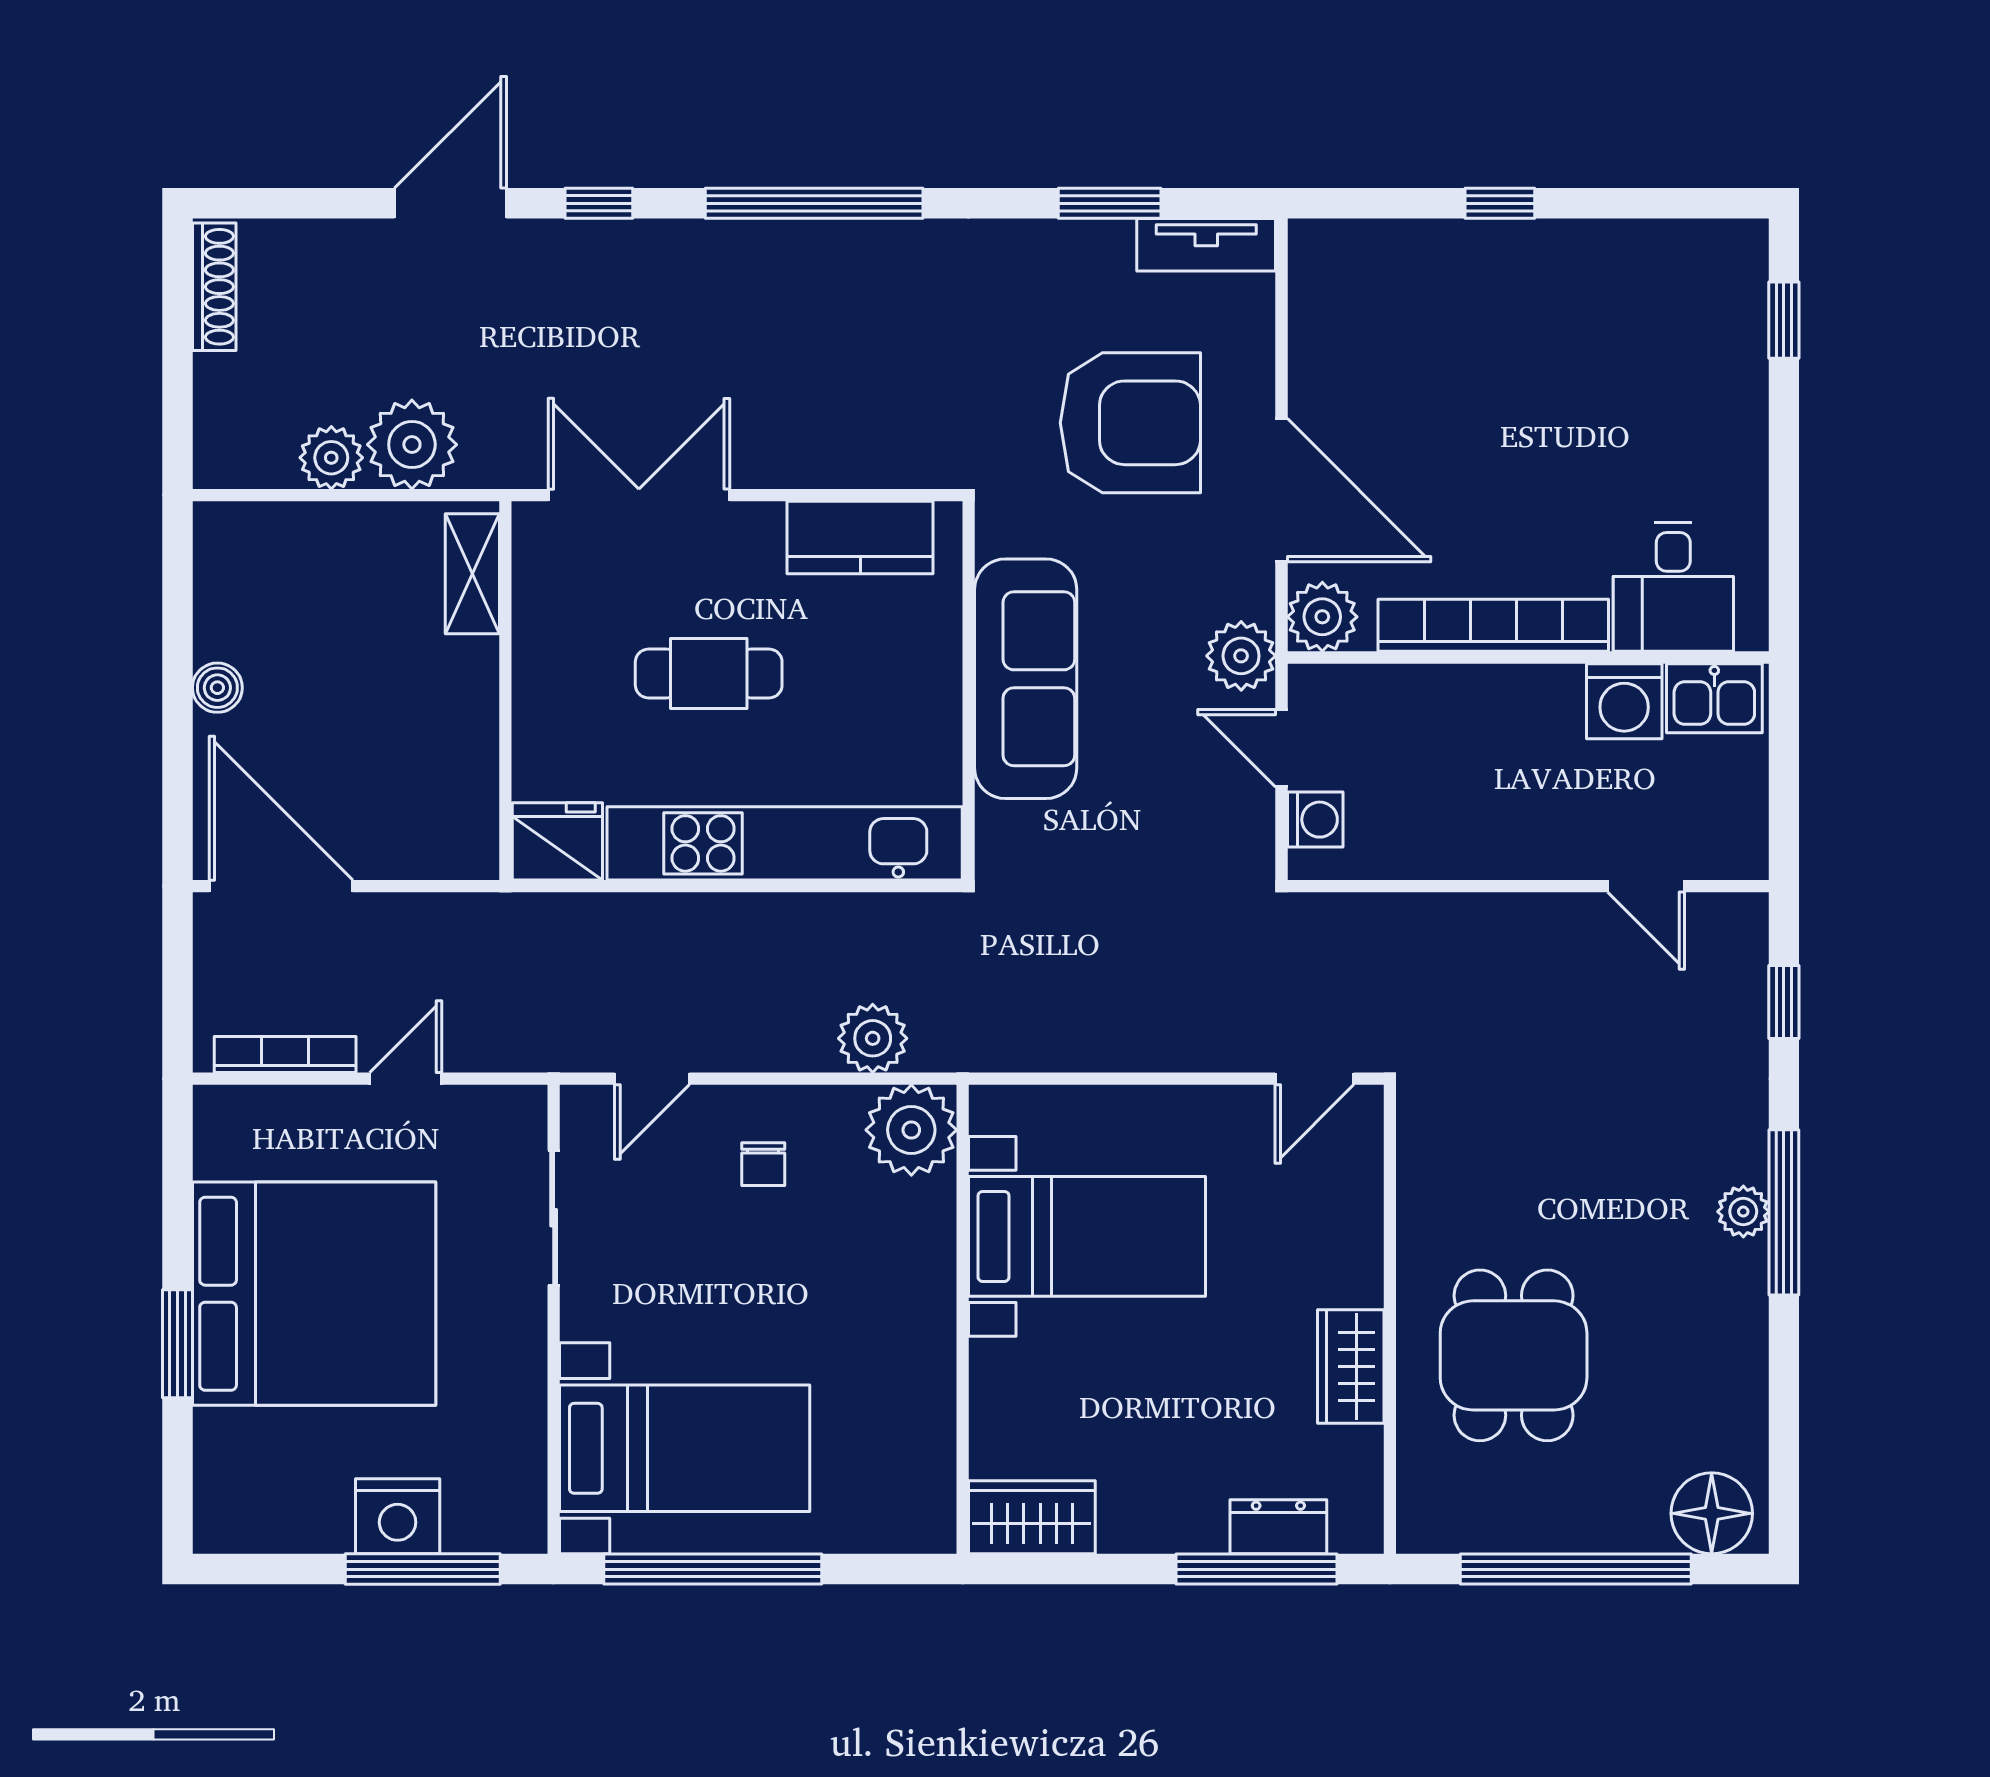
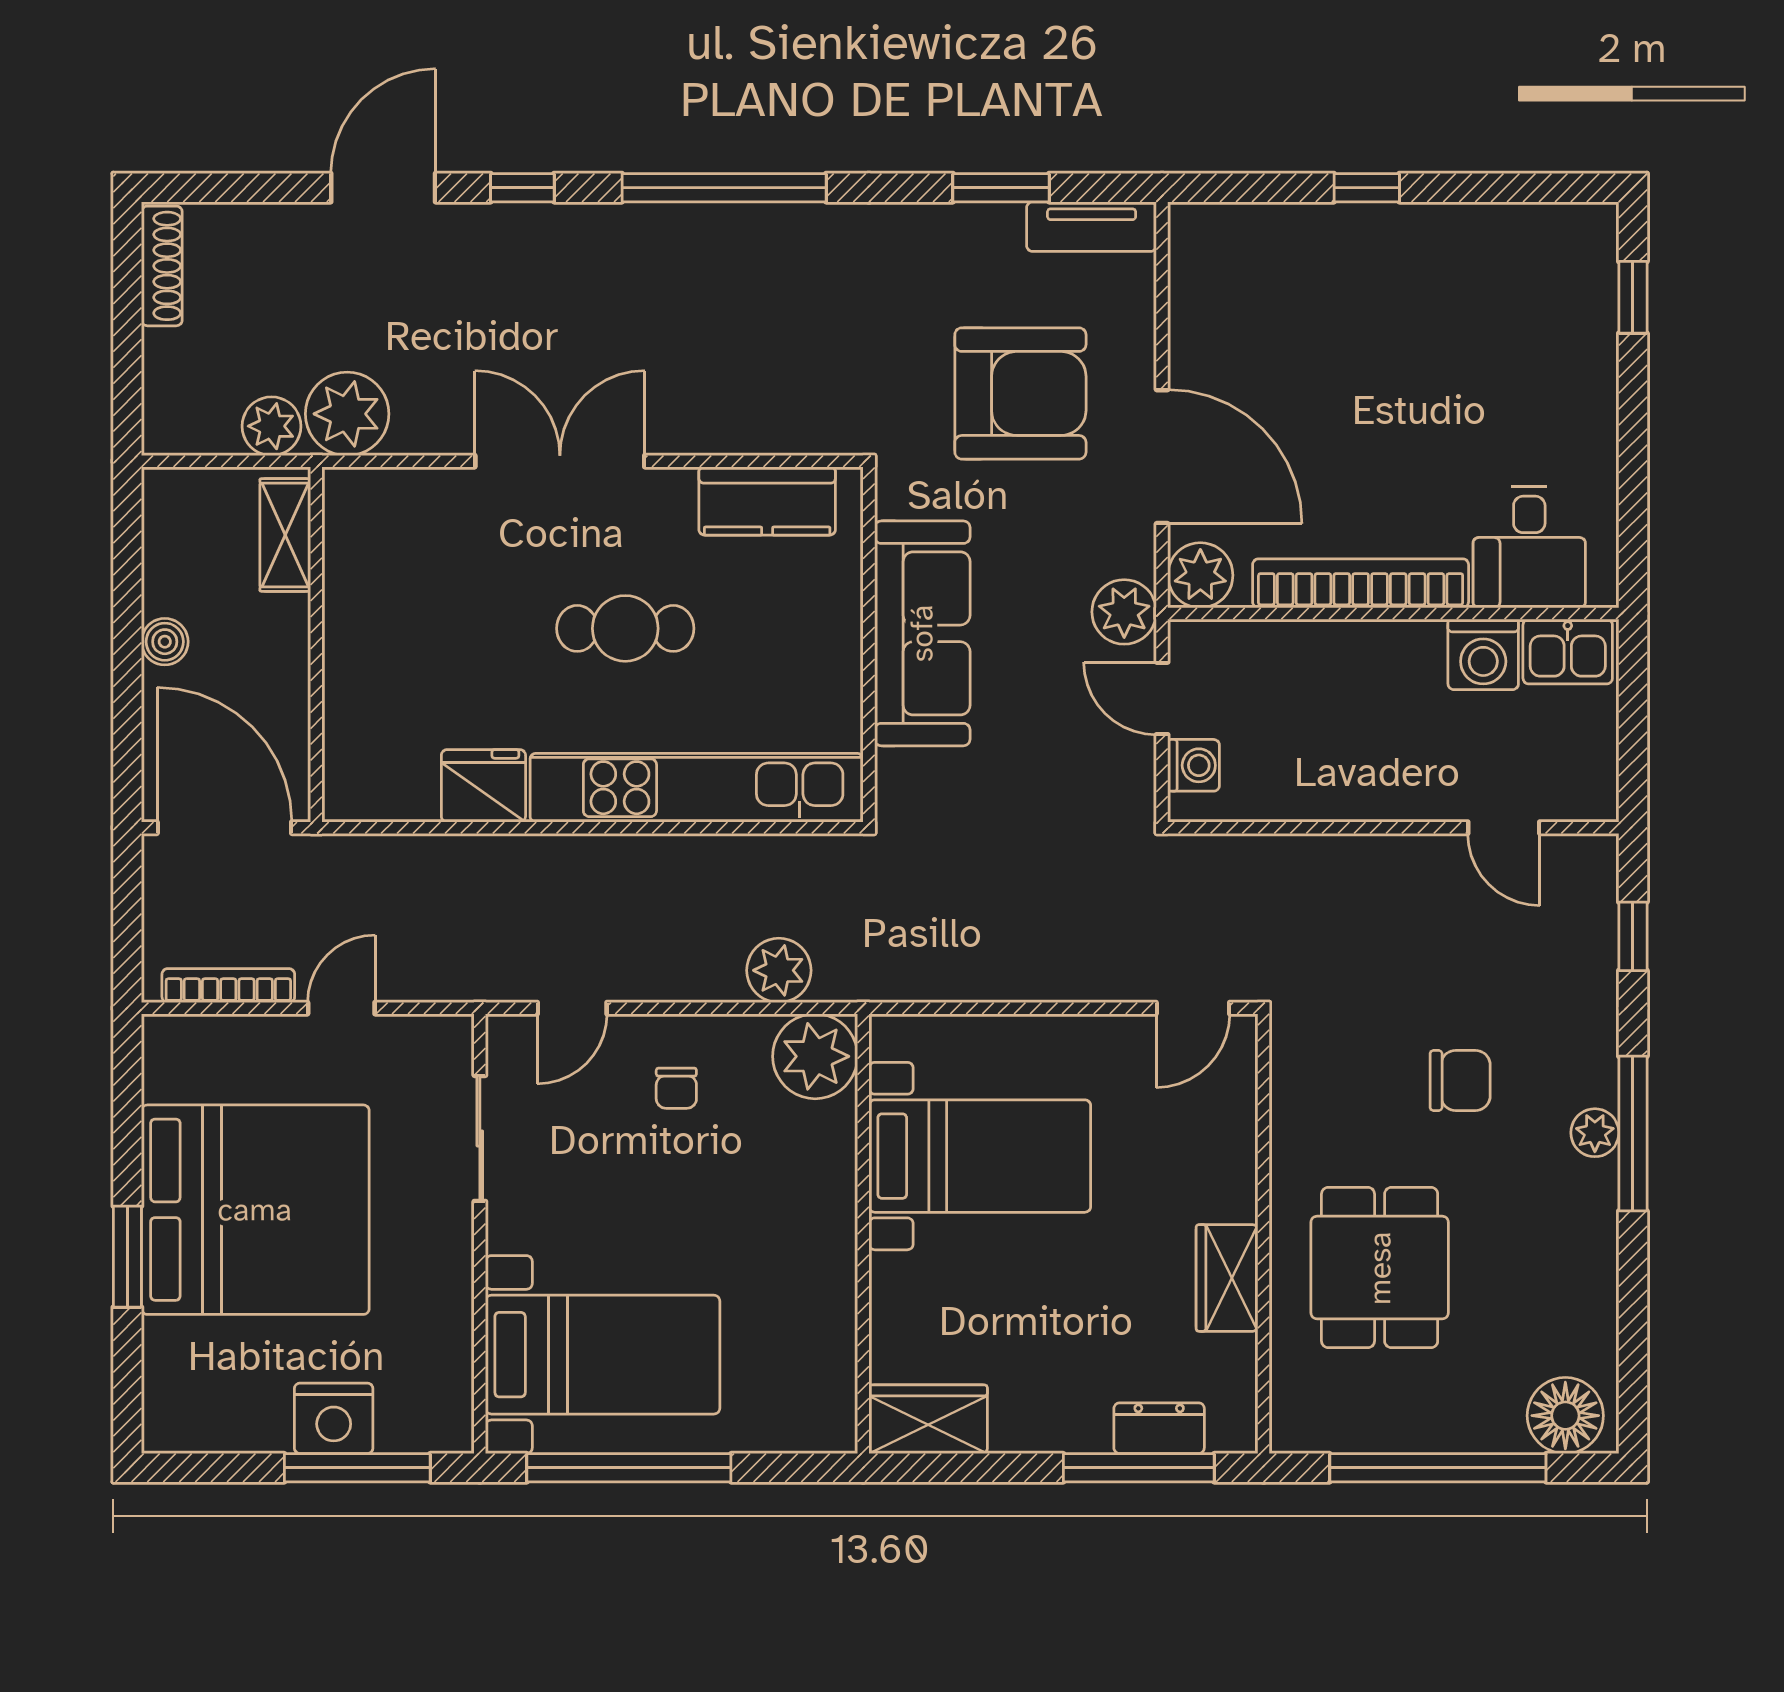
shelving: (472, 574) -> (285, 535), moved
wall: (505, 691) -> (316, 644), moved
chair: (1600, 1156) -> (1460, 1080), added

